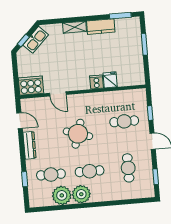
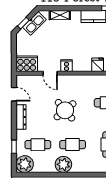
shelving: (75, 27) -> (60, 15), moved
cooker: (97, 82) -> (67, 66), moved
round table: (78, 134) -> (65, 110), turned 33
plant: (62, 195) -> (25, 164), moved

